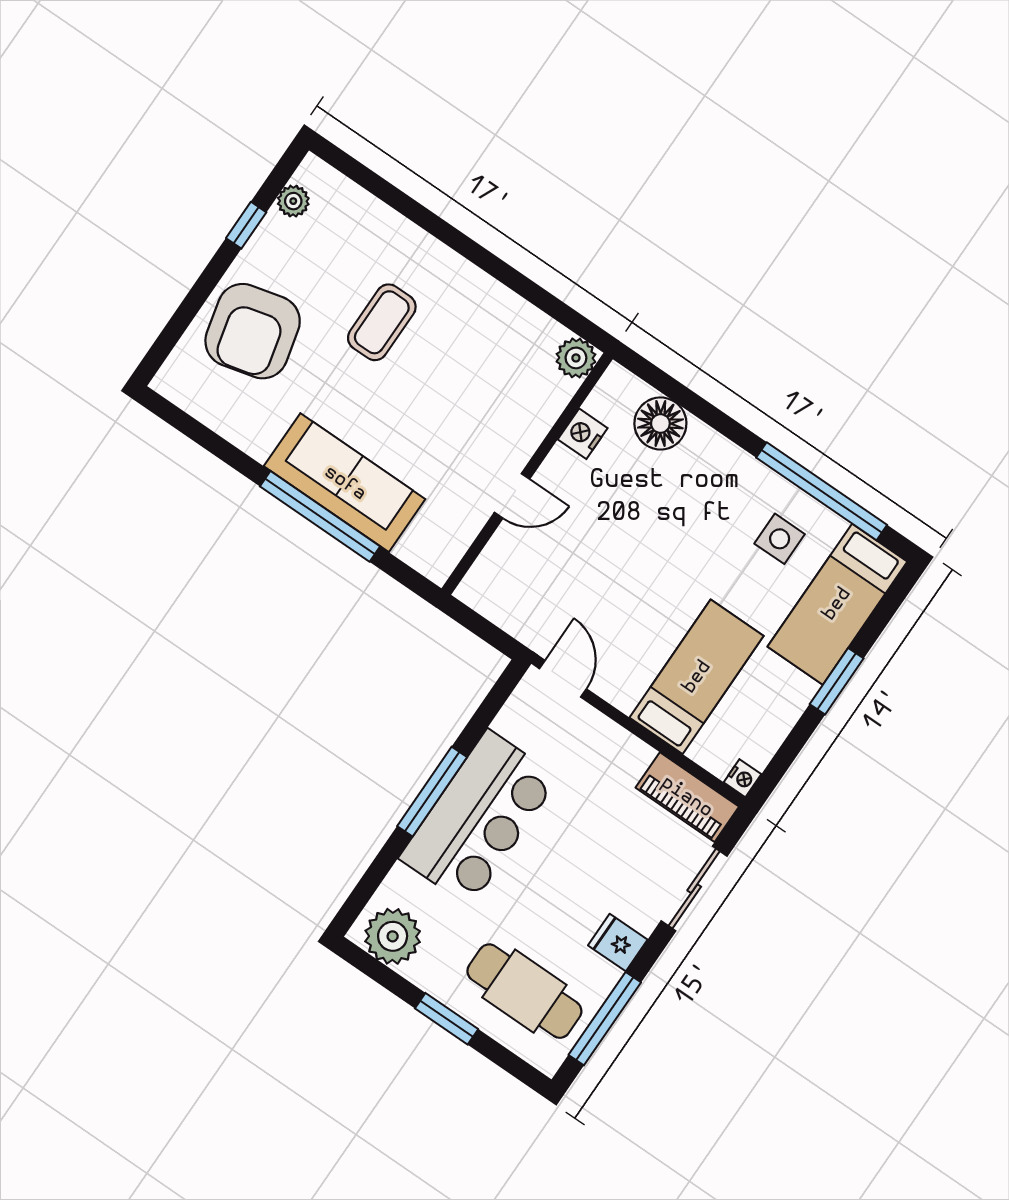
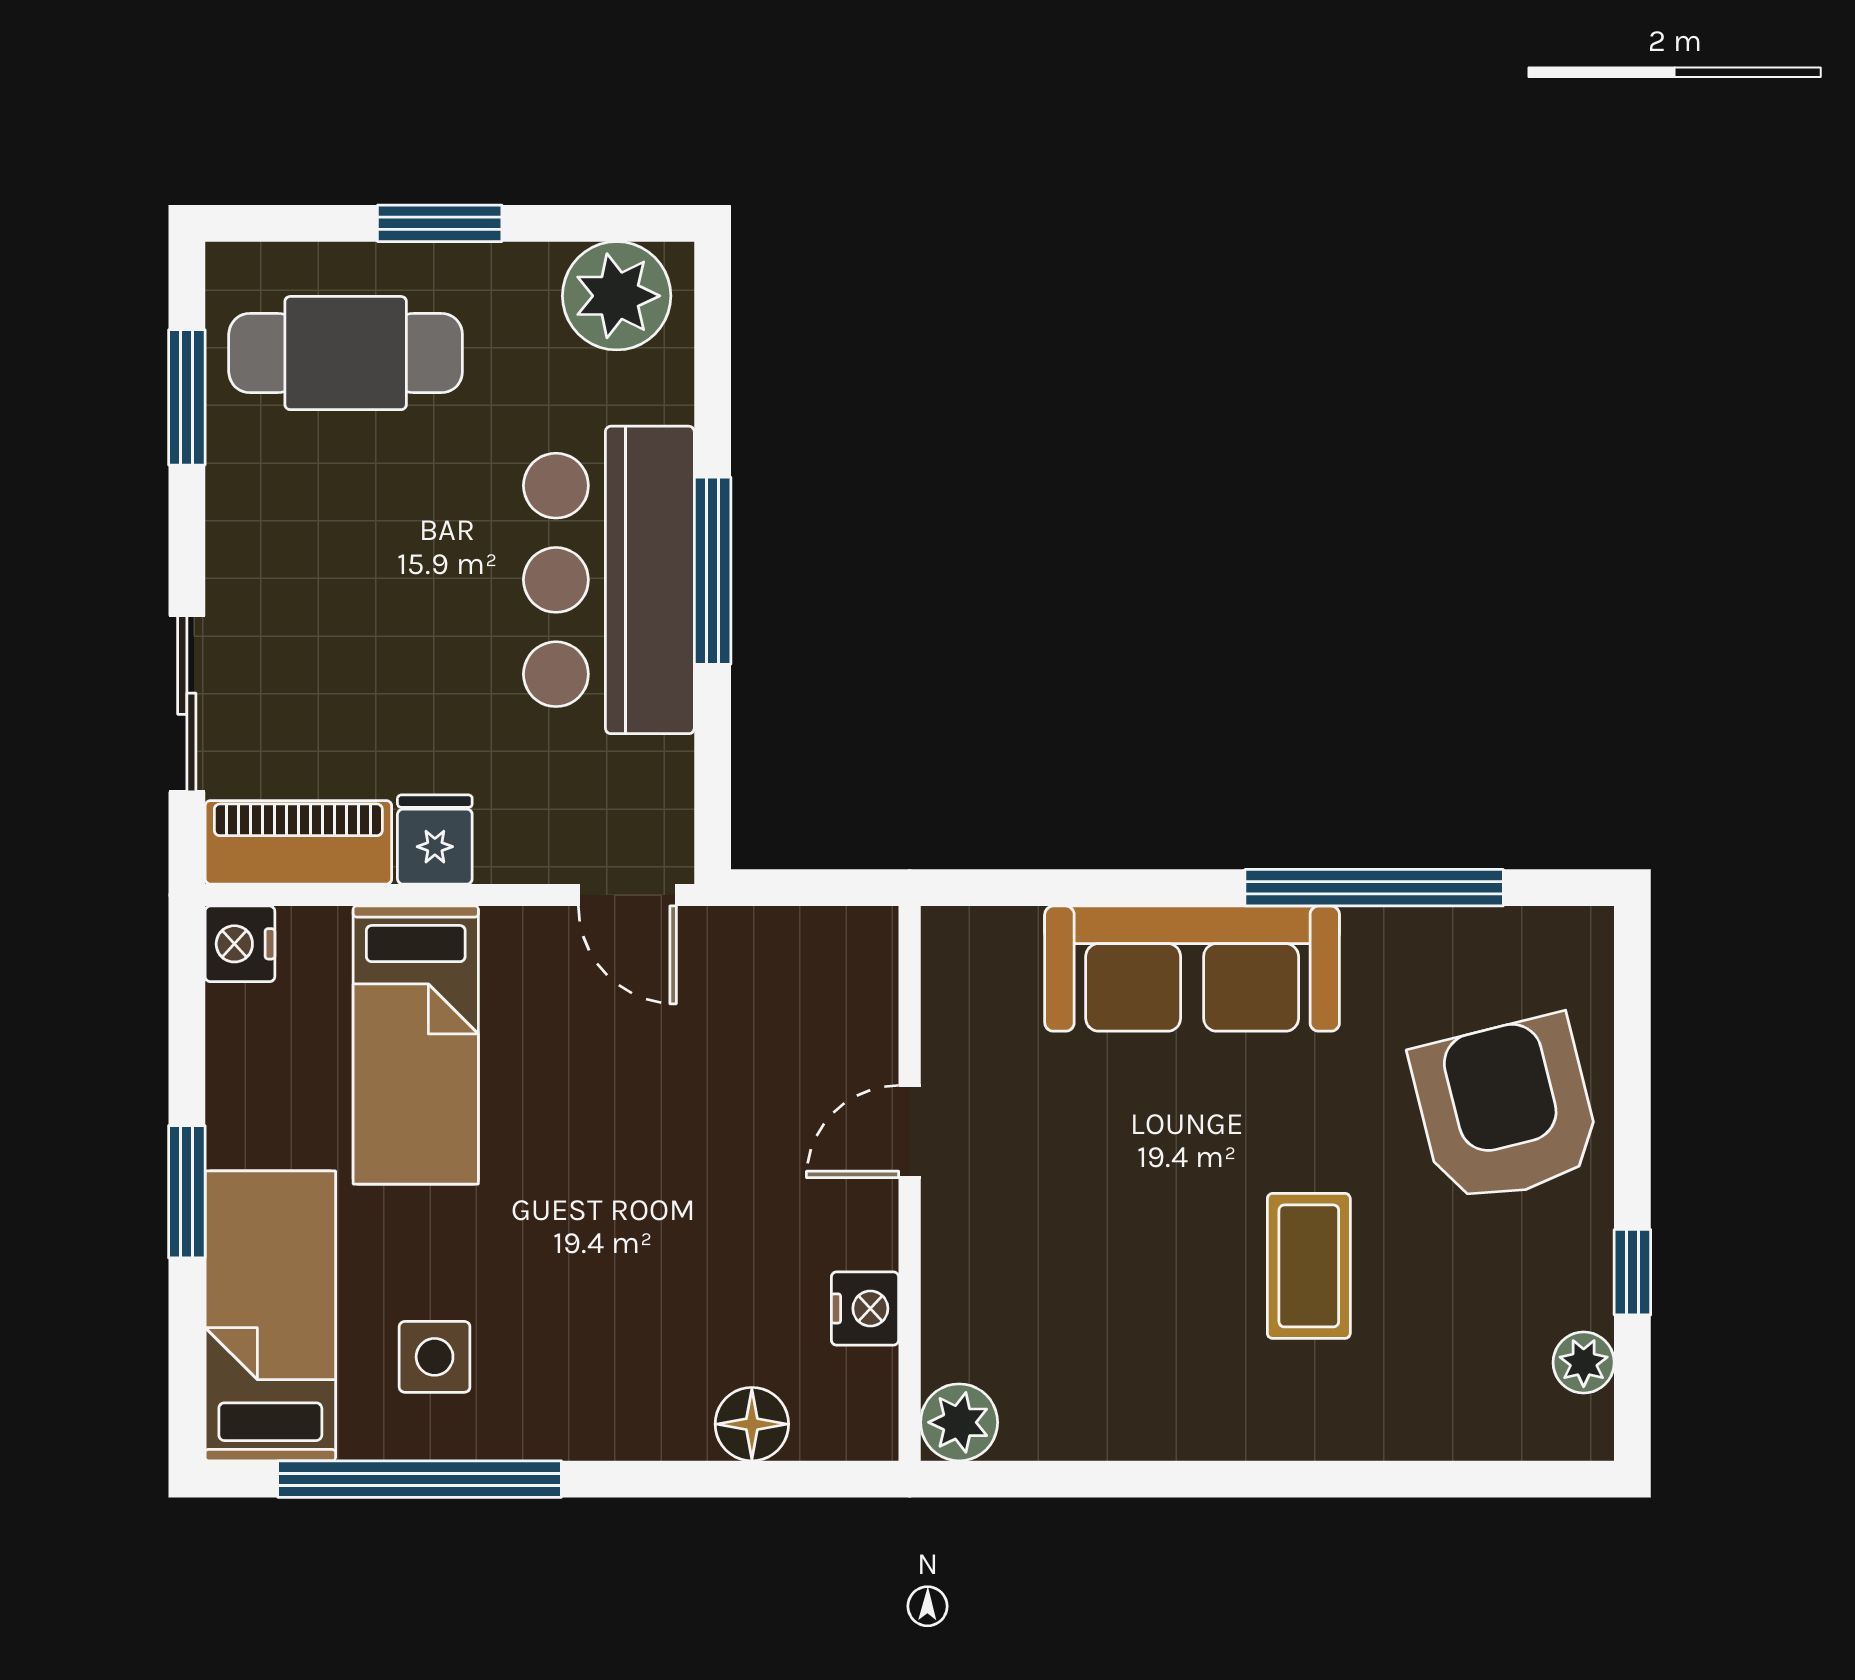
floor lamp: (660, 424) -> (752, 1424), width x0.73, depth x0.73
window: (320, 516) -> (1374, 888), moved
nightstand: (742, 778) -> (240, 944), width x1.39, depth x1.35
fridge: (618, 943) -> (435, 839), moved, turned -90
window: (605, 1019) -> (187, 397), width x0.69

